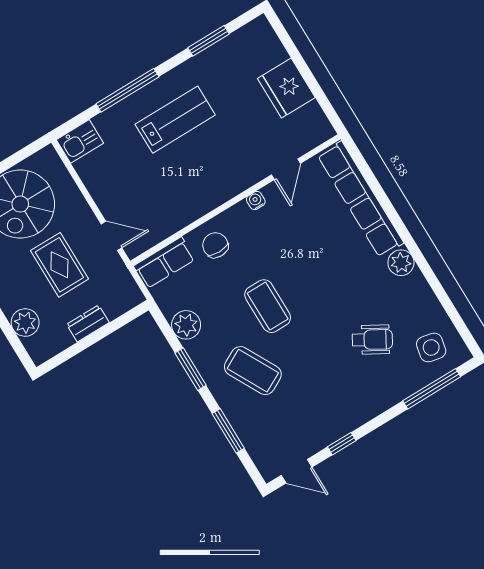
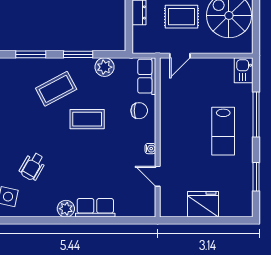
row of seats: (361, 199) -> (95, 208), width x0.50

